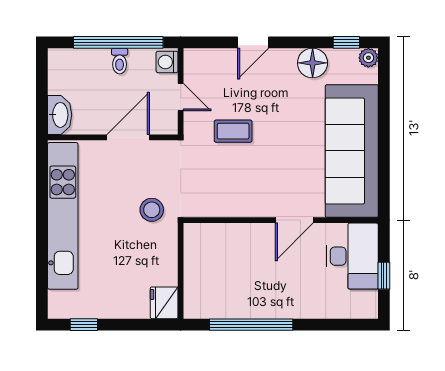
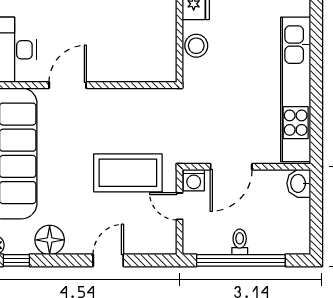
washing machine: (167, 62) -> (194, 180), moved, turned 90
washbasin: (60, 115) -> (299, 183), width x0.72
coffee table: (233, 131) -> (128, 173), width x1.86, depth x1.72
stool: (152, 210) -> (196, 46), moved

